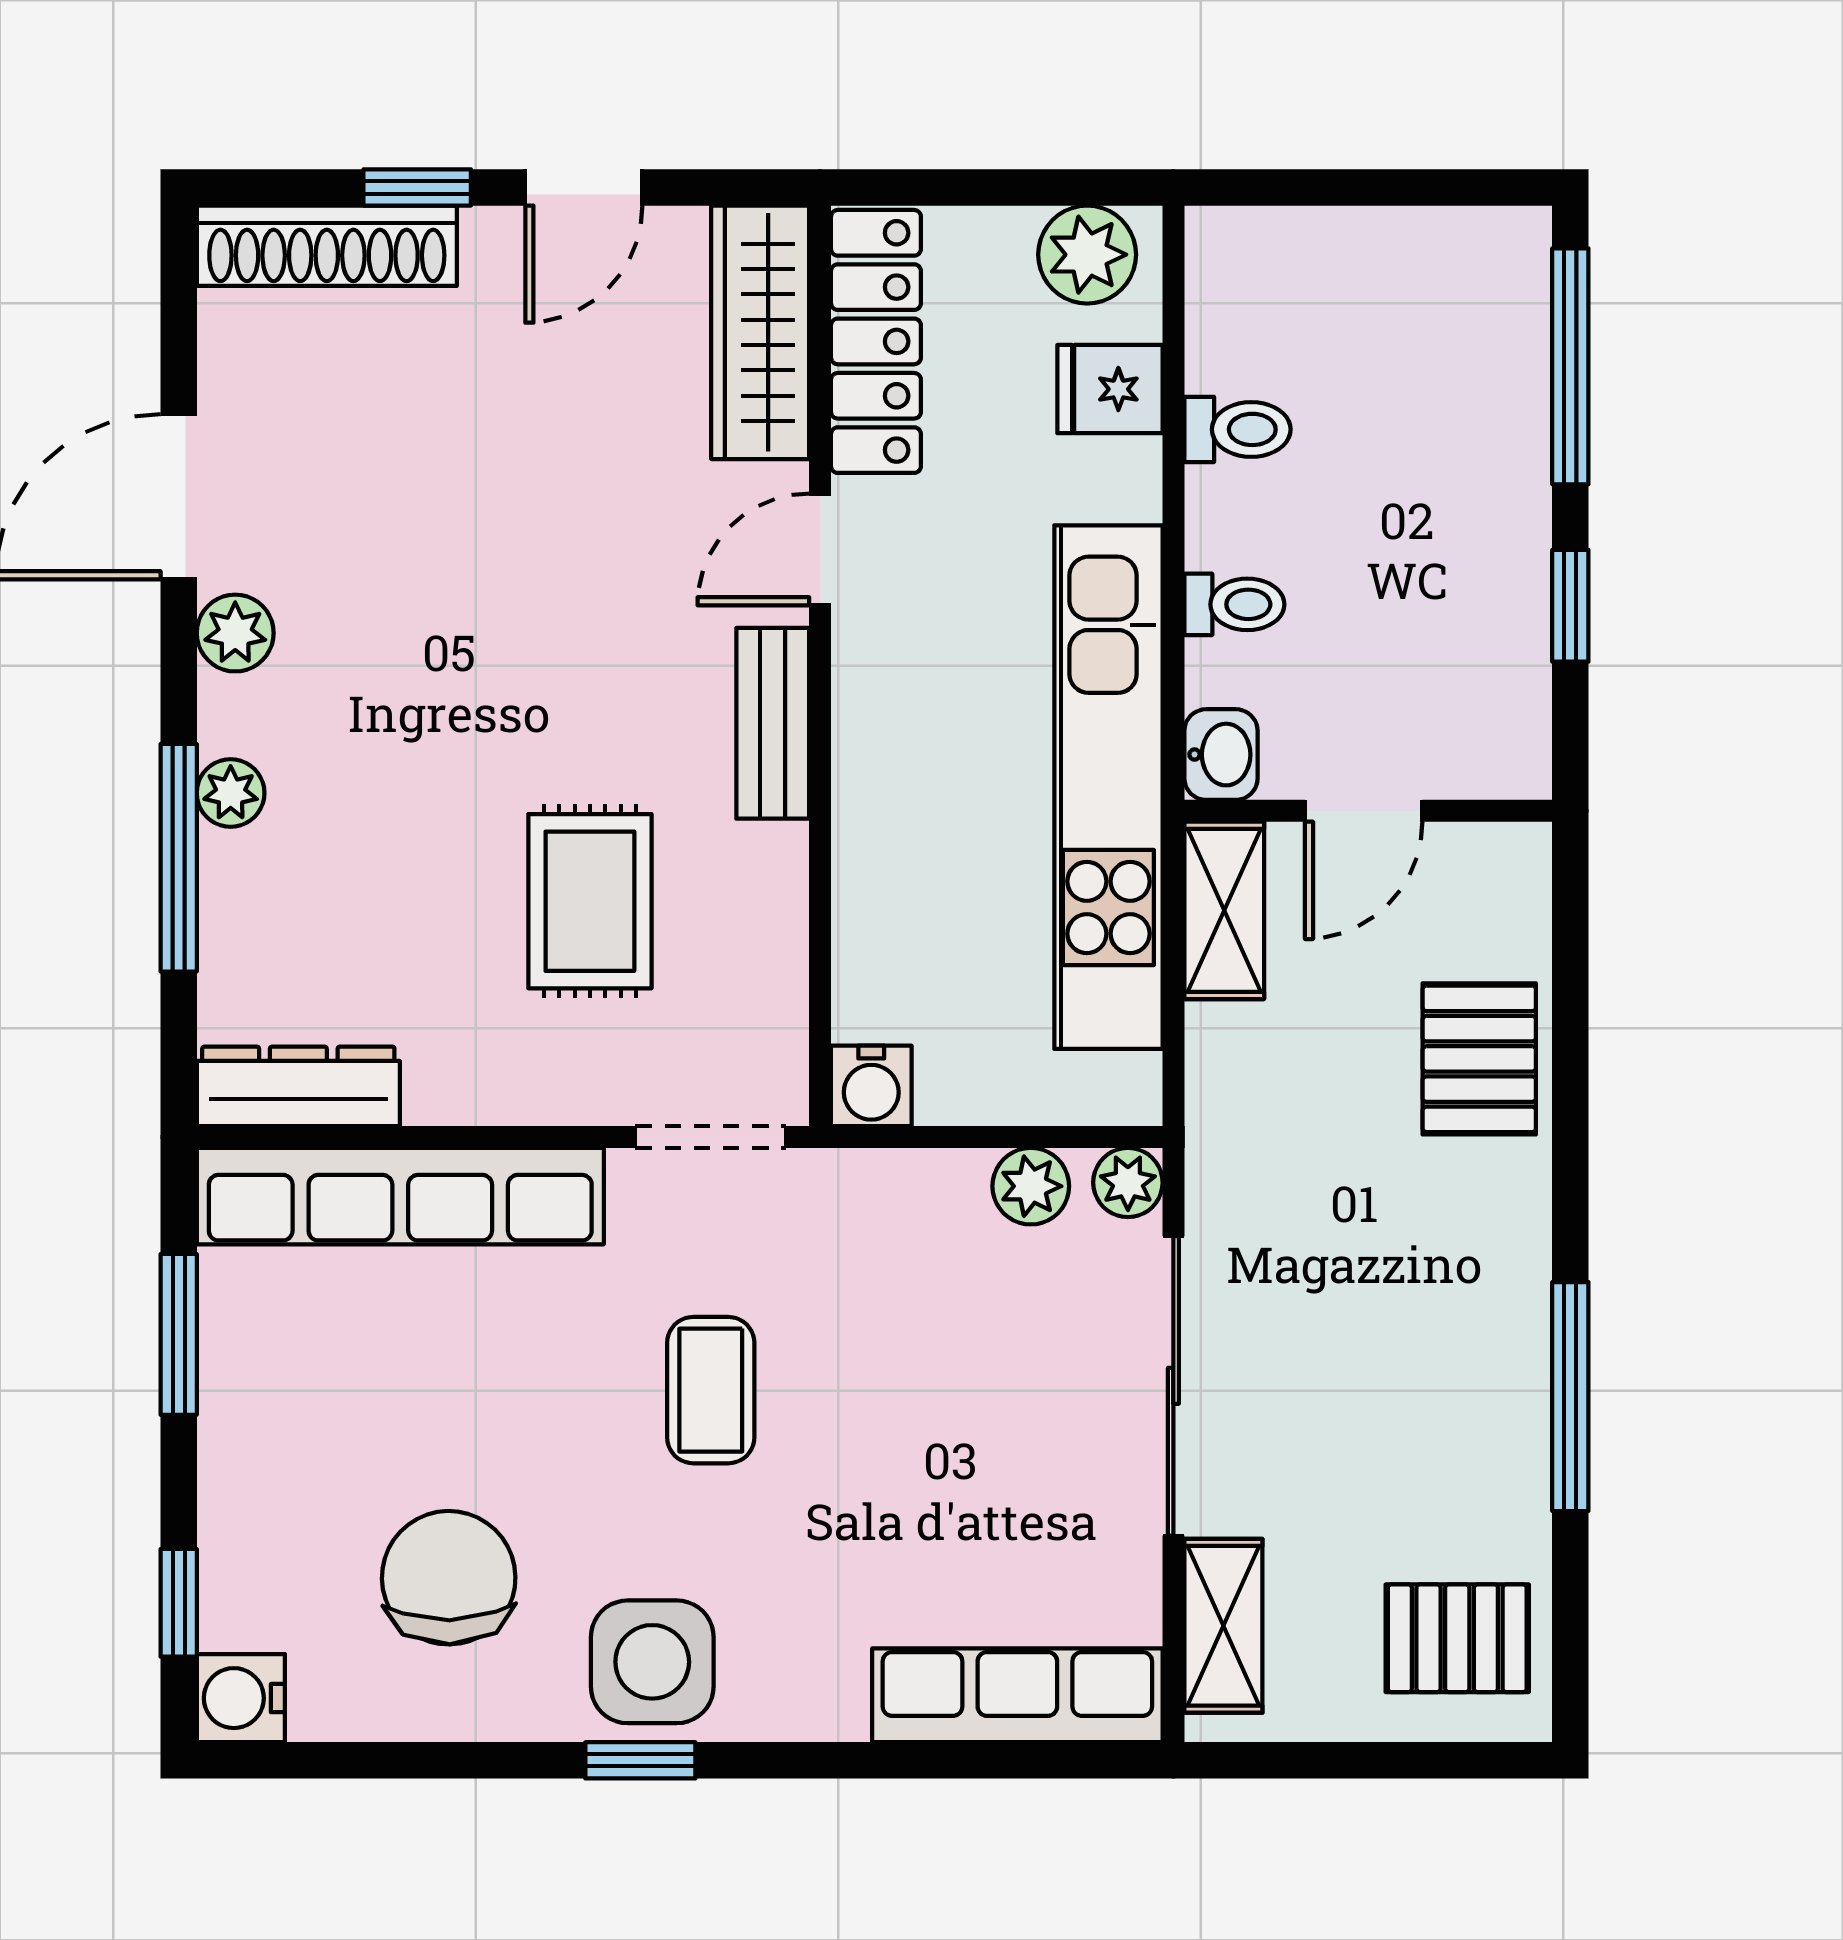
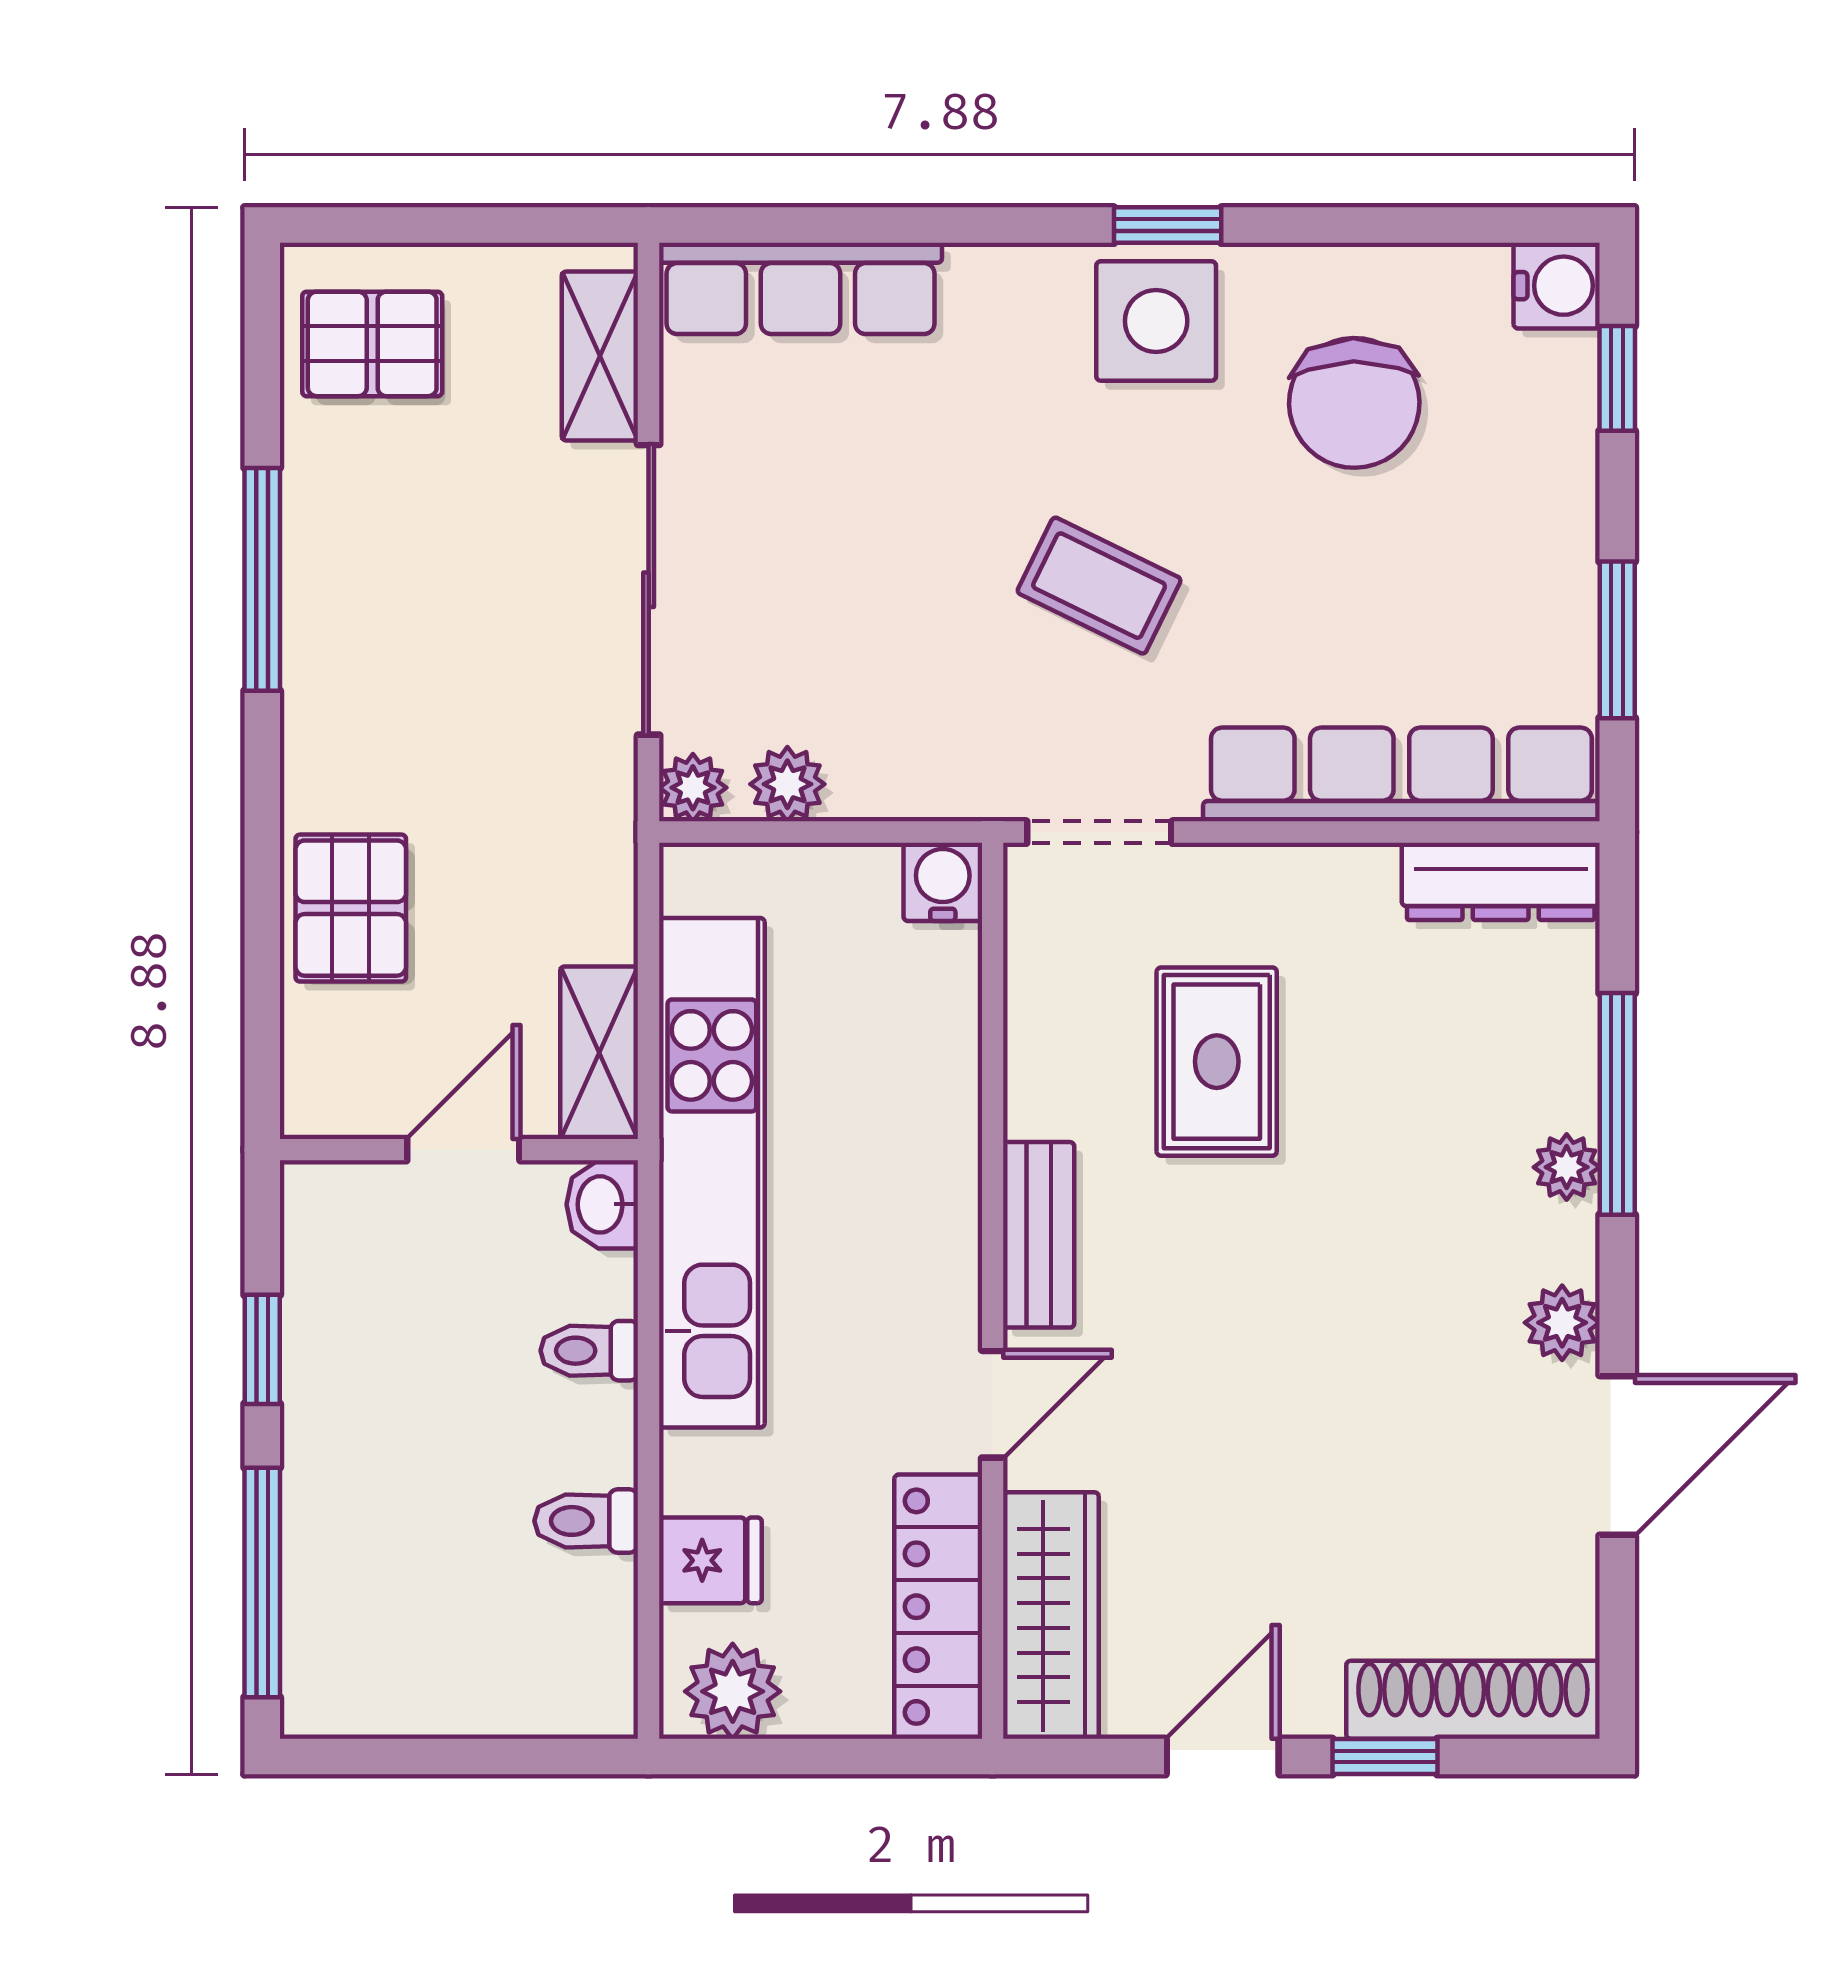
coffee table: (711, 1390) -> (1099, 586), turned -64

